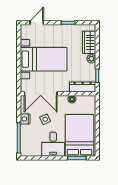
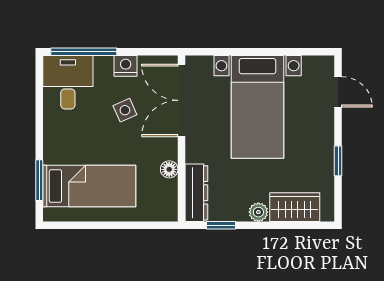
bed: (80, 135) -> (89, 186), width x0.67
desk: (53, 144) -> (68, 82), moved, turned 90

